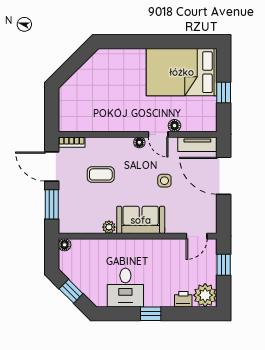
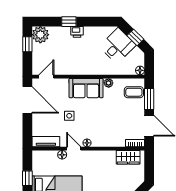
wardrobe: (81, 122) -> (128, 157), added
coffee table: (101, 174) -> (134, 92), moved
door: (224, 176) -> (27, 100), moved
window: (224, 265) -> (27, 44), moved
desk: (125, 288) -> (117, 46), moved, turned 45
printer: (183, 299) -> (77, 32), moved
window: (151, 314) -> (69, 22), moved

